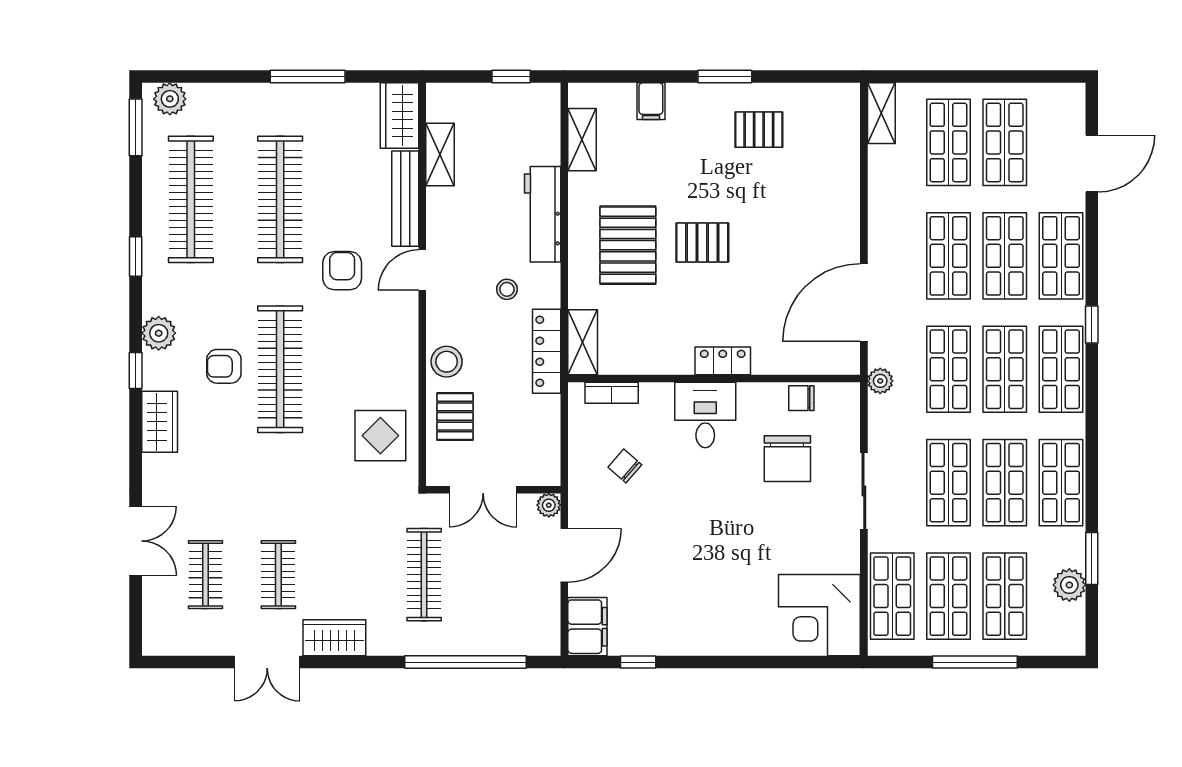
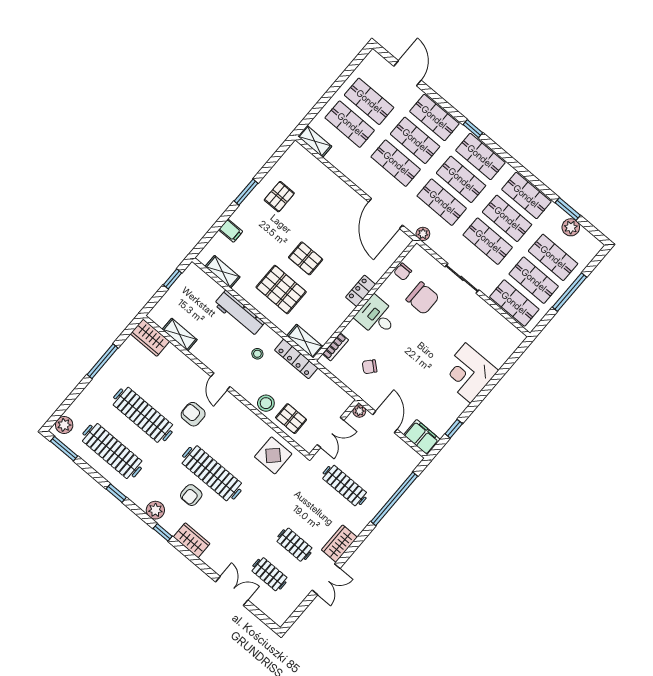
bench: (405, 199) -> (186, 364), removed
pallet: (702, 242) -> (306, 258), turned 90
corner desk: (819, 615) -> (468, 373), moved, turned 90

